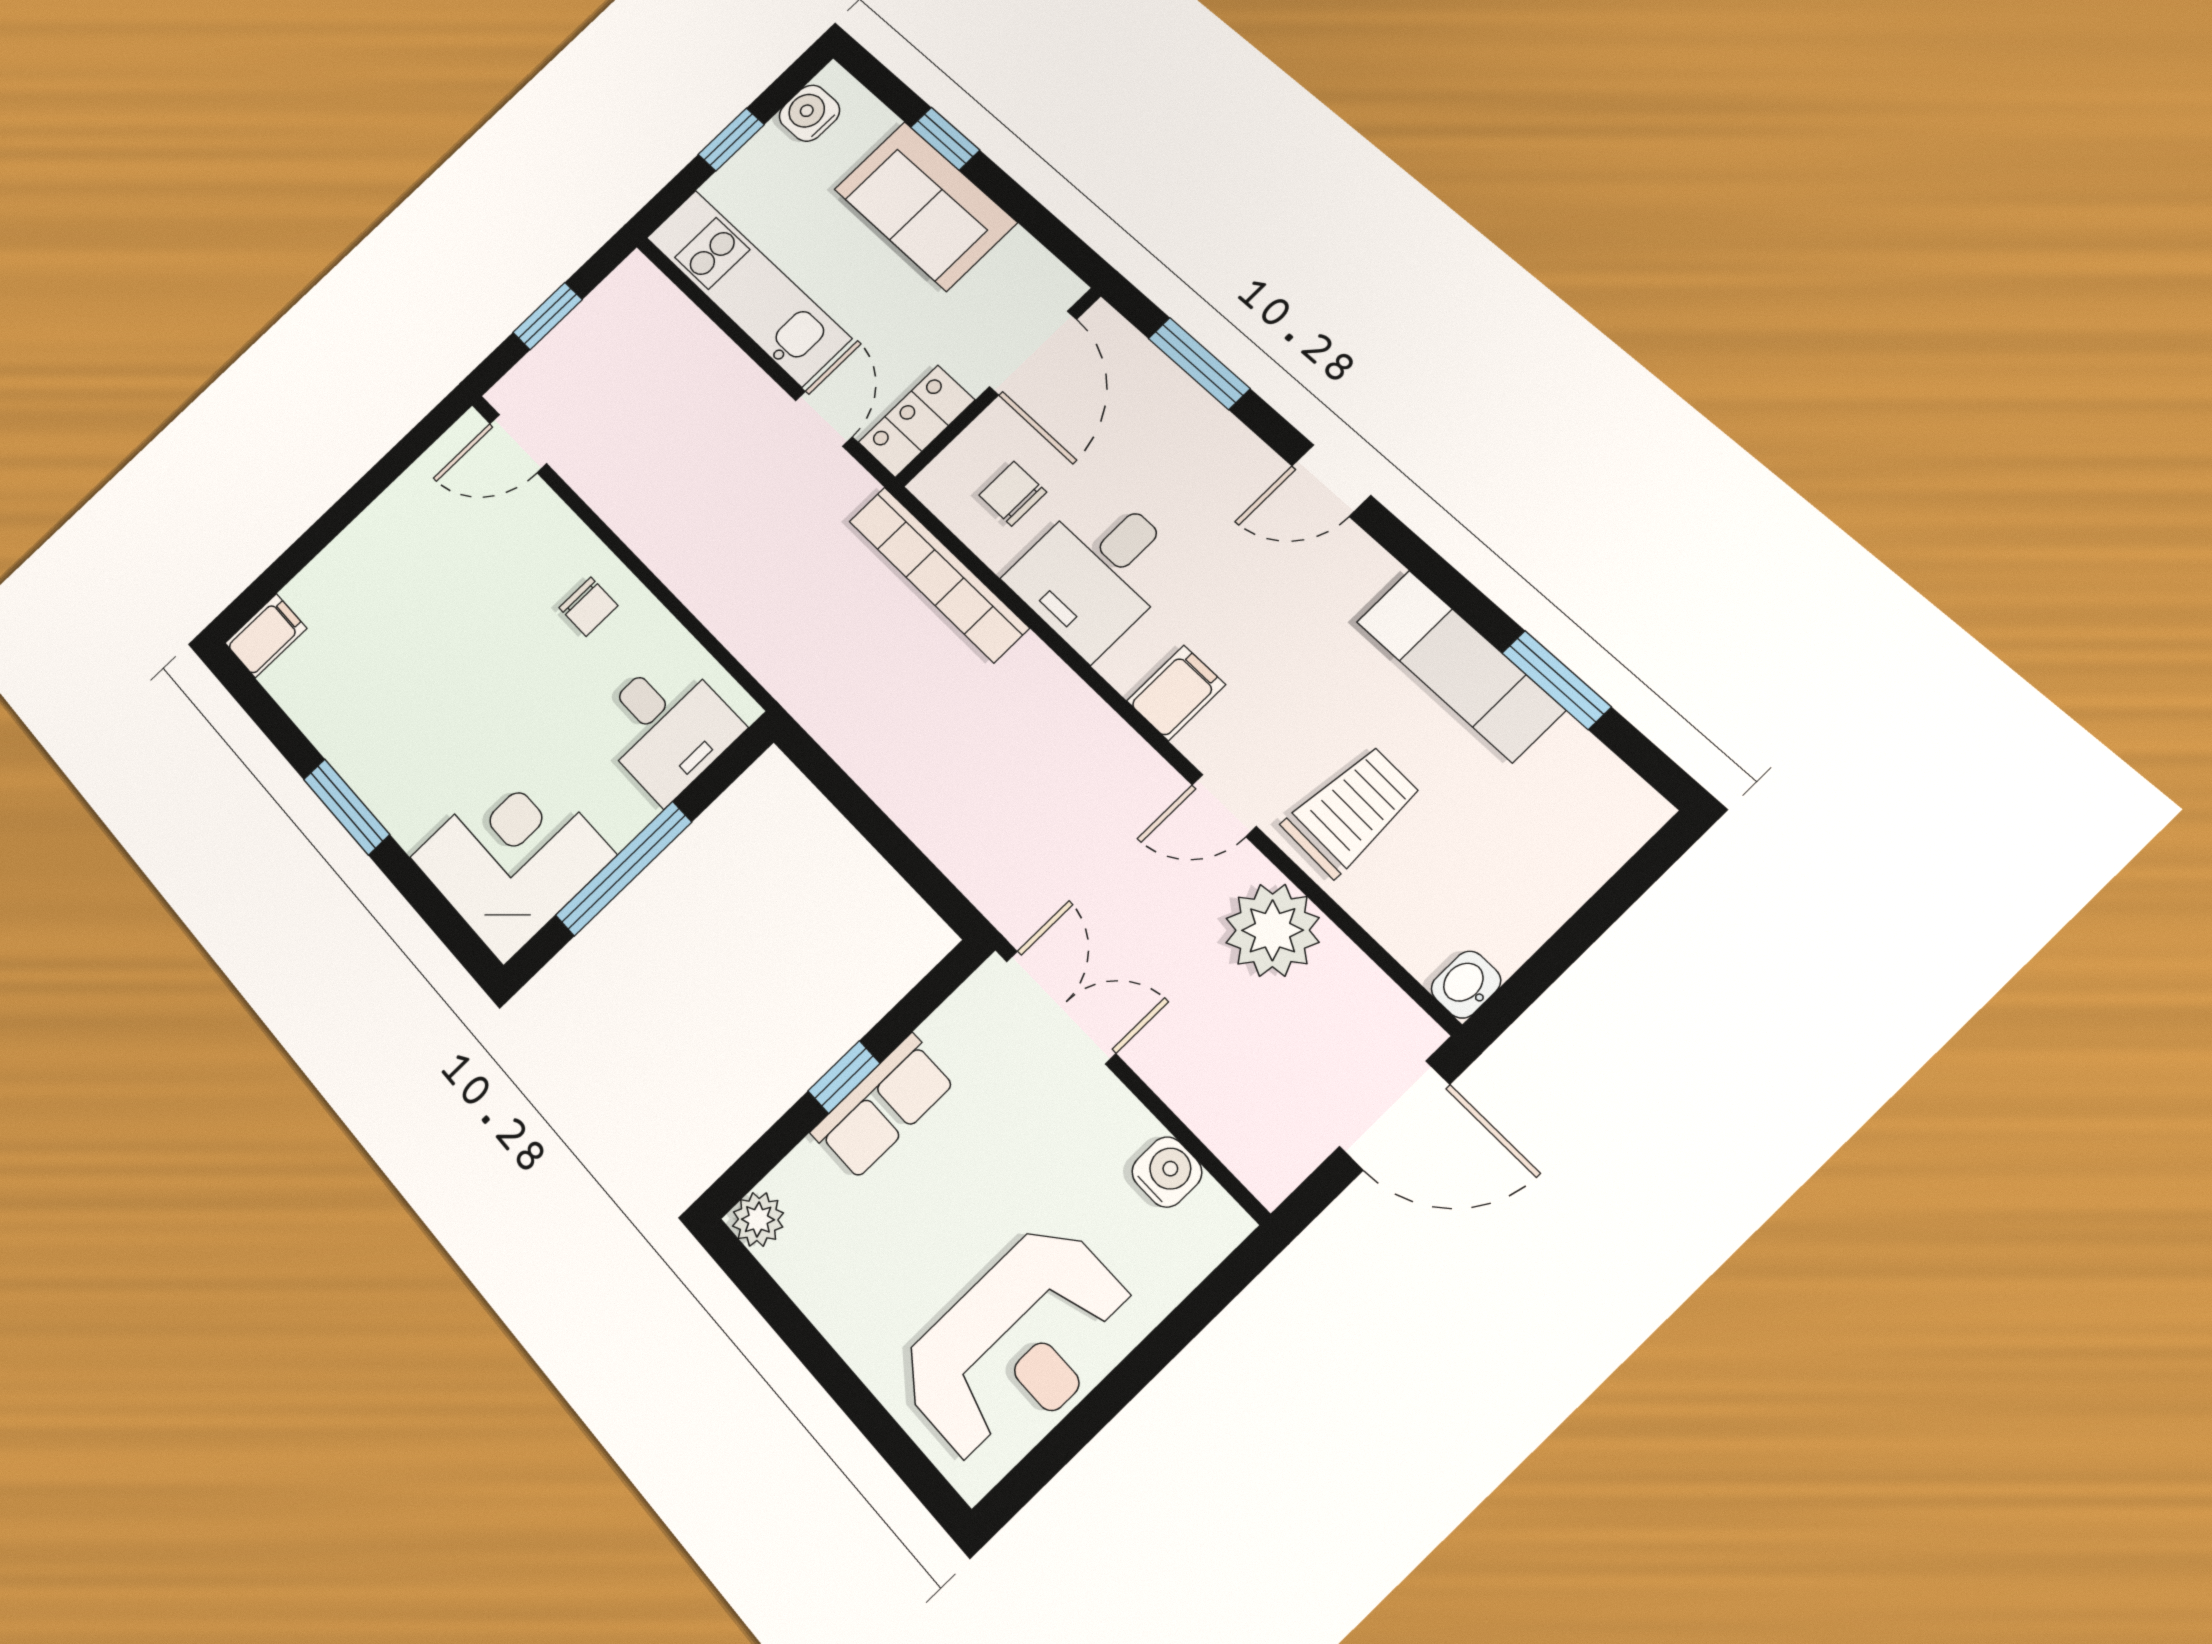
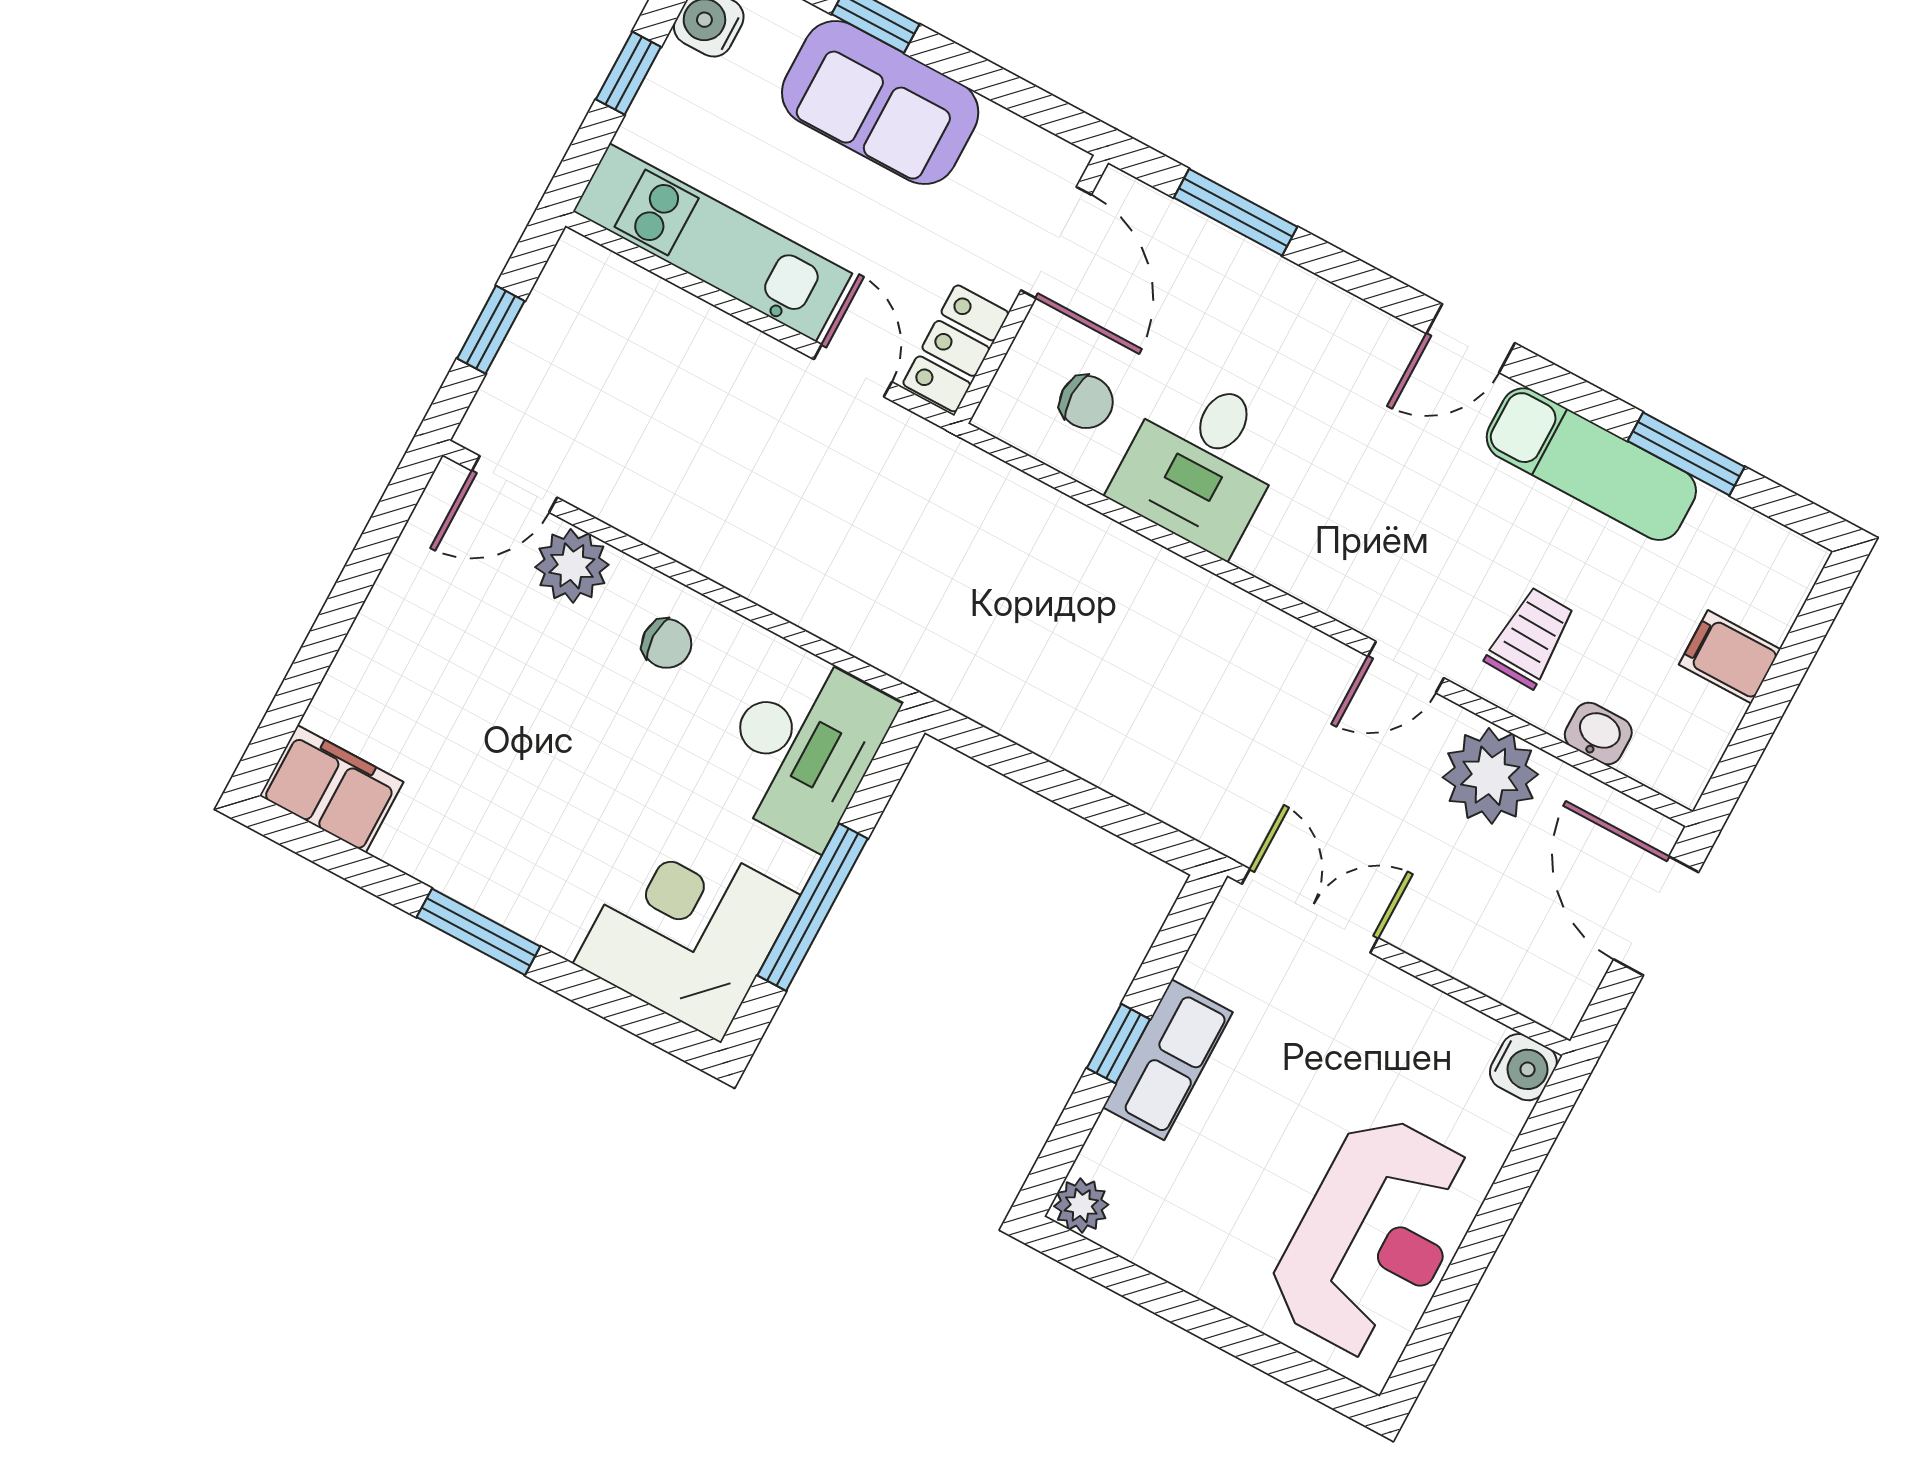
door: (1331, 480) -> (1471, 338), moved
chair: (1013, 494) -> (1086, 402), turned 180
plant: (537, 522) -> (572, 566), added
bookcase: (938, 574) -> (1037, 508), removed
filing cabinet: (266, 636) -> (332, 789), width x2.00
filing cabinet: (1176, 693) -> (1730, 657), moved, turned -90
desk: (667, 727) -> (803, 748), width x1.37
trolley: (1352, 811) -> (1530, 637), width x0.73, depth x0.72
washbasin: (1466, 985) -> (1598, 734), moved, turned 90
door: (1395, 1115) -> (1656, 916), swing flipped
water cooler: (1167, 1172) -> (1523, 1067), moved, turned 90

